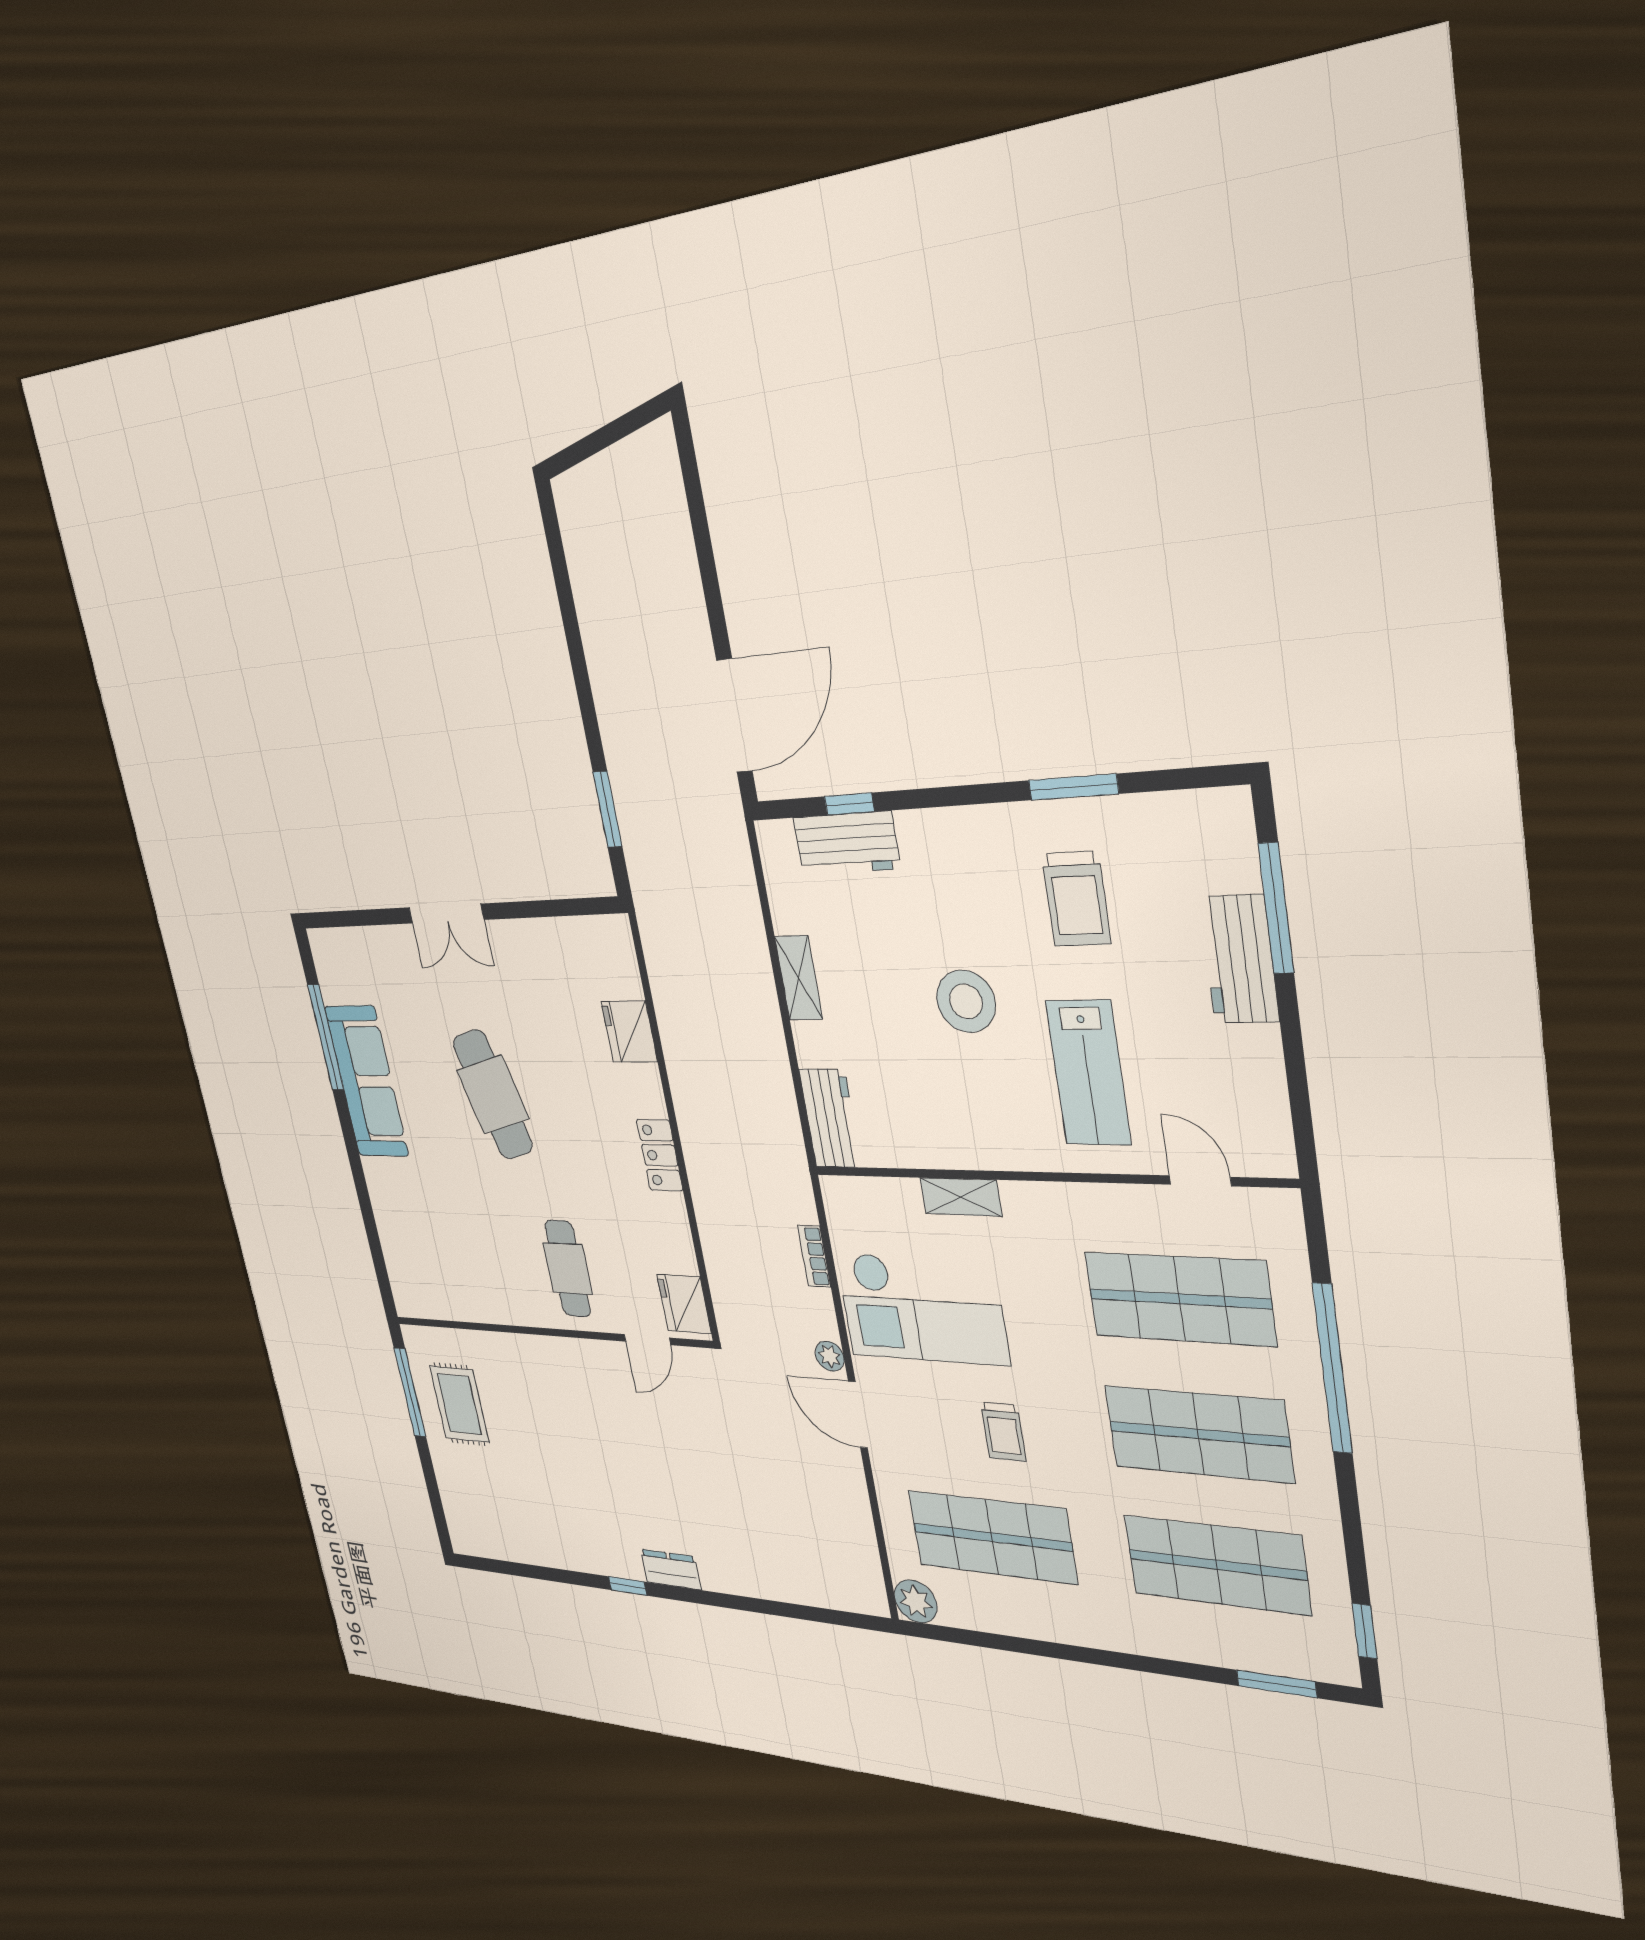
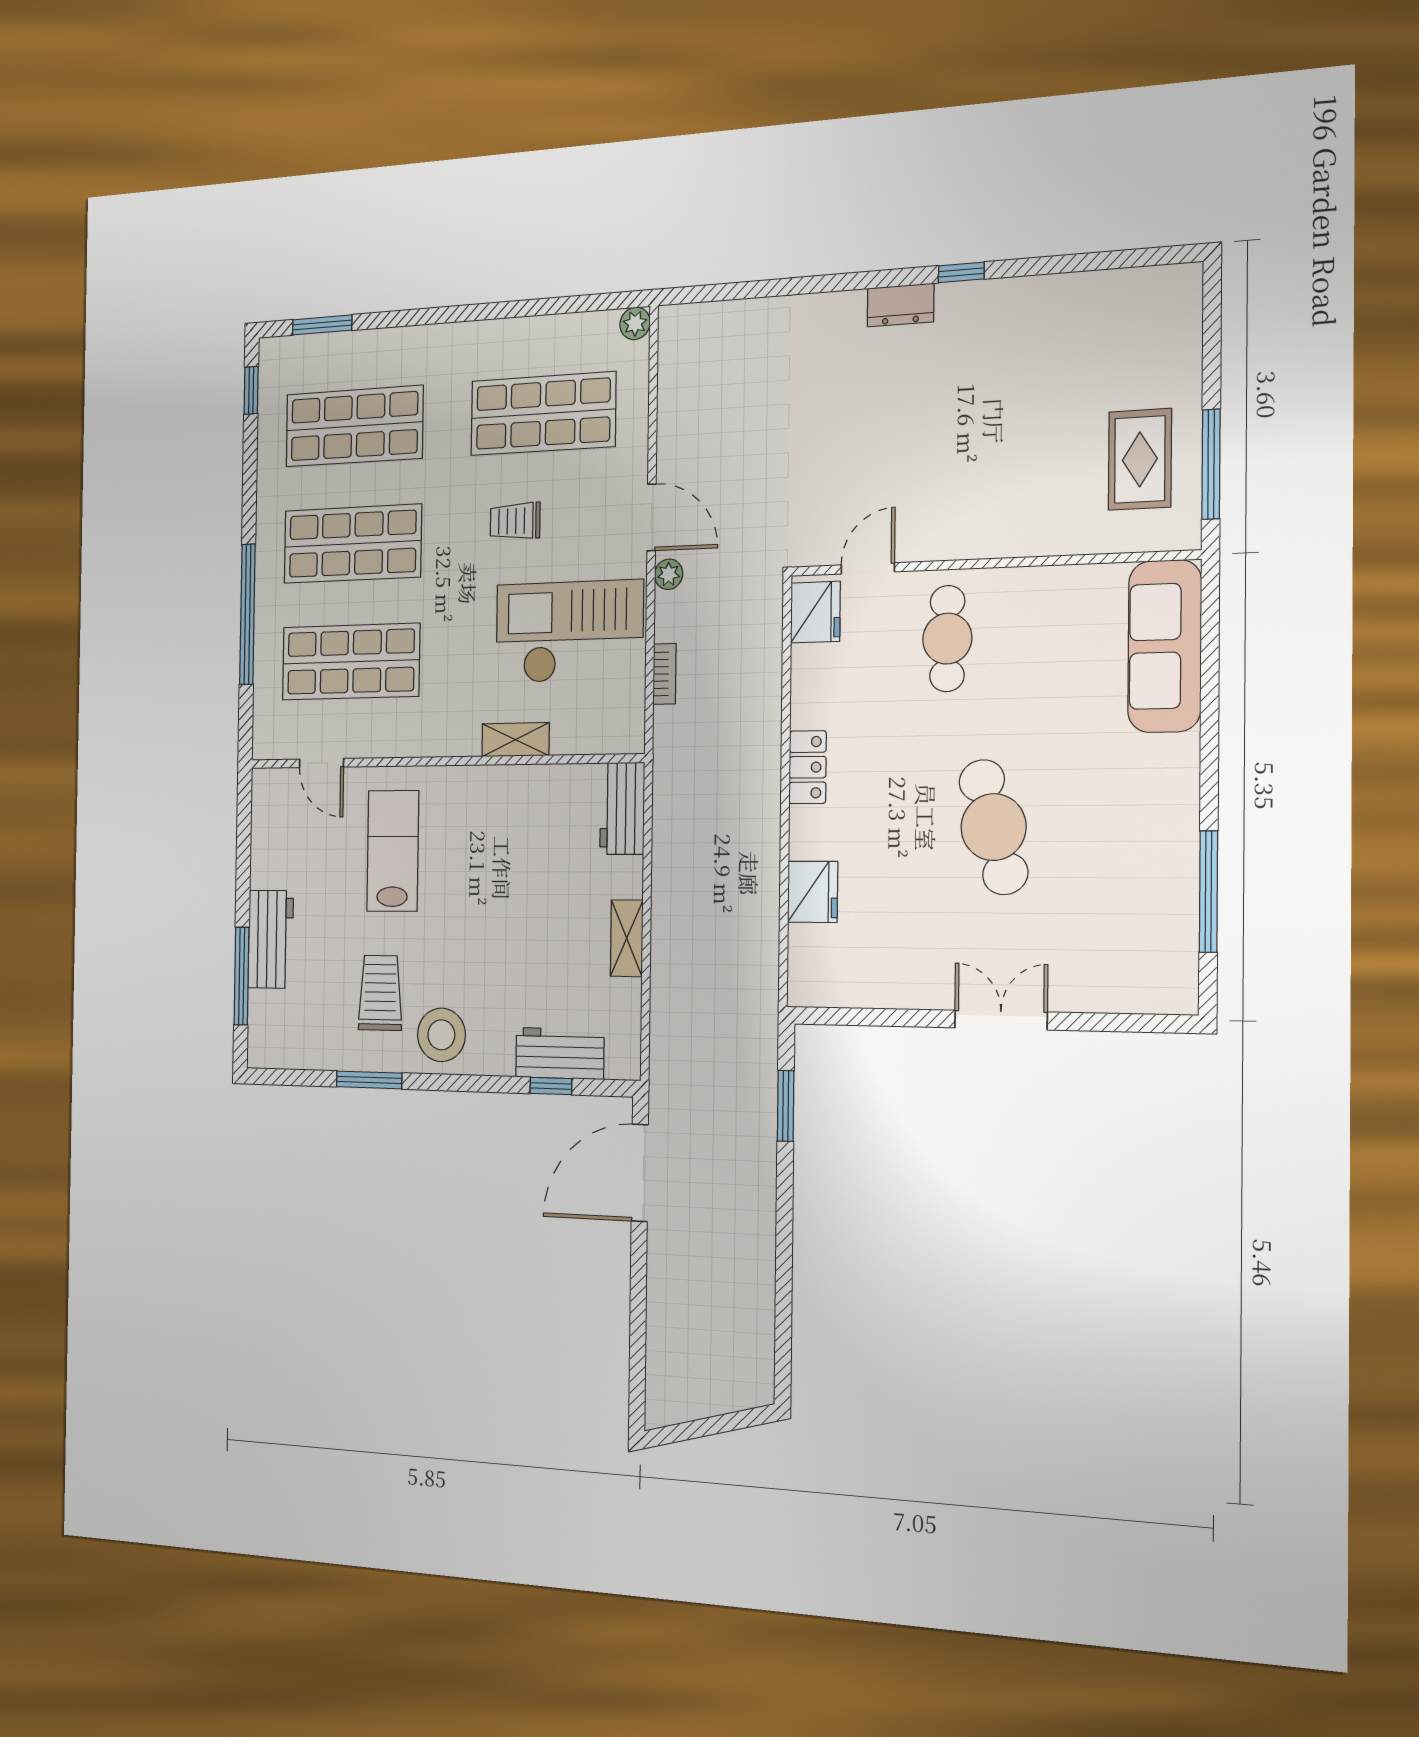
stool: (966, 1001) -> (441, 1035), moved
sofa: (367, 1081) -> (1165, 646), moved
trolley: (1003, 1432) -> (515, 521), turned -90
plant: (916, 1601) -> (635, 323), width x0.73, depth x0.73

